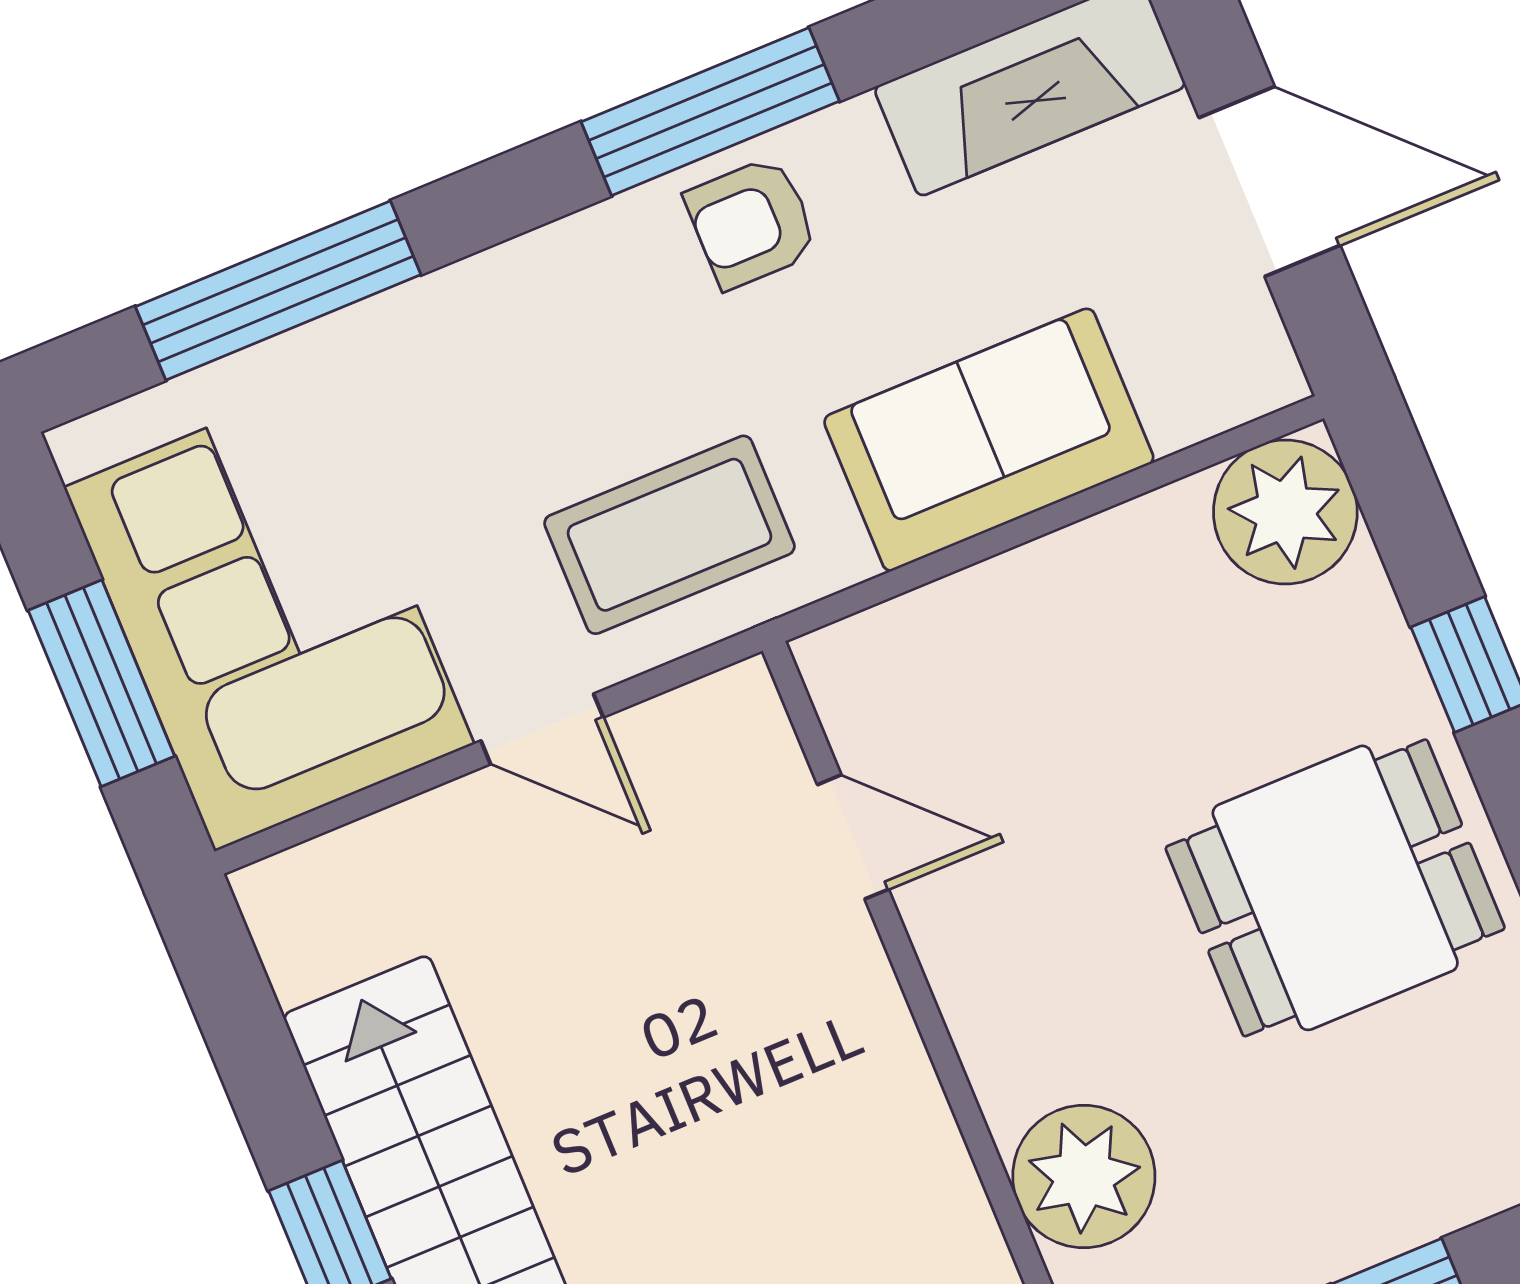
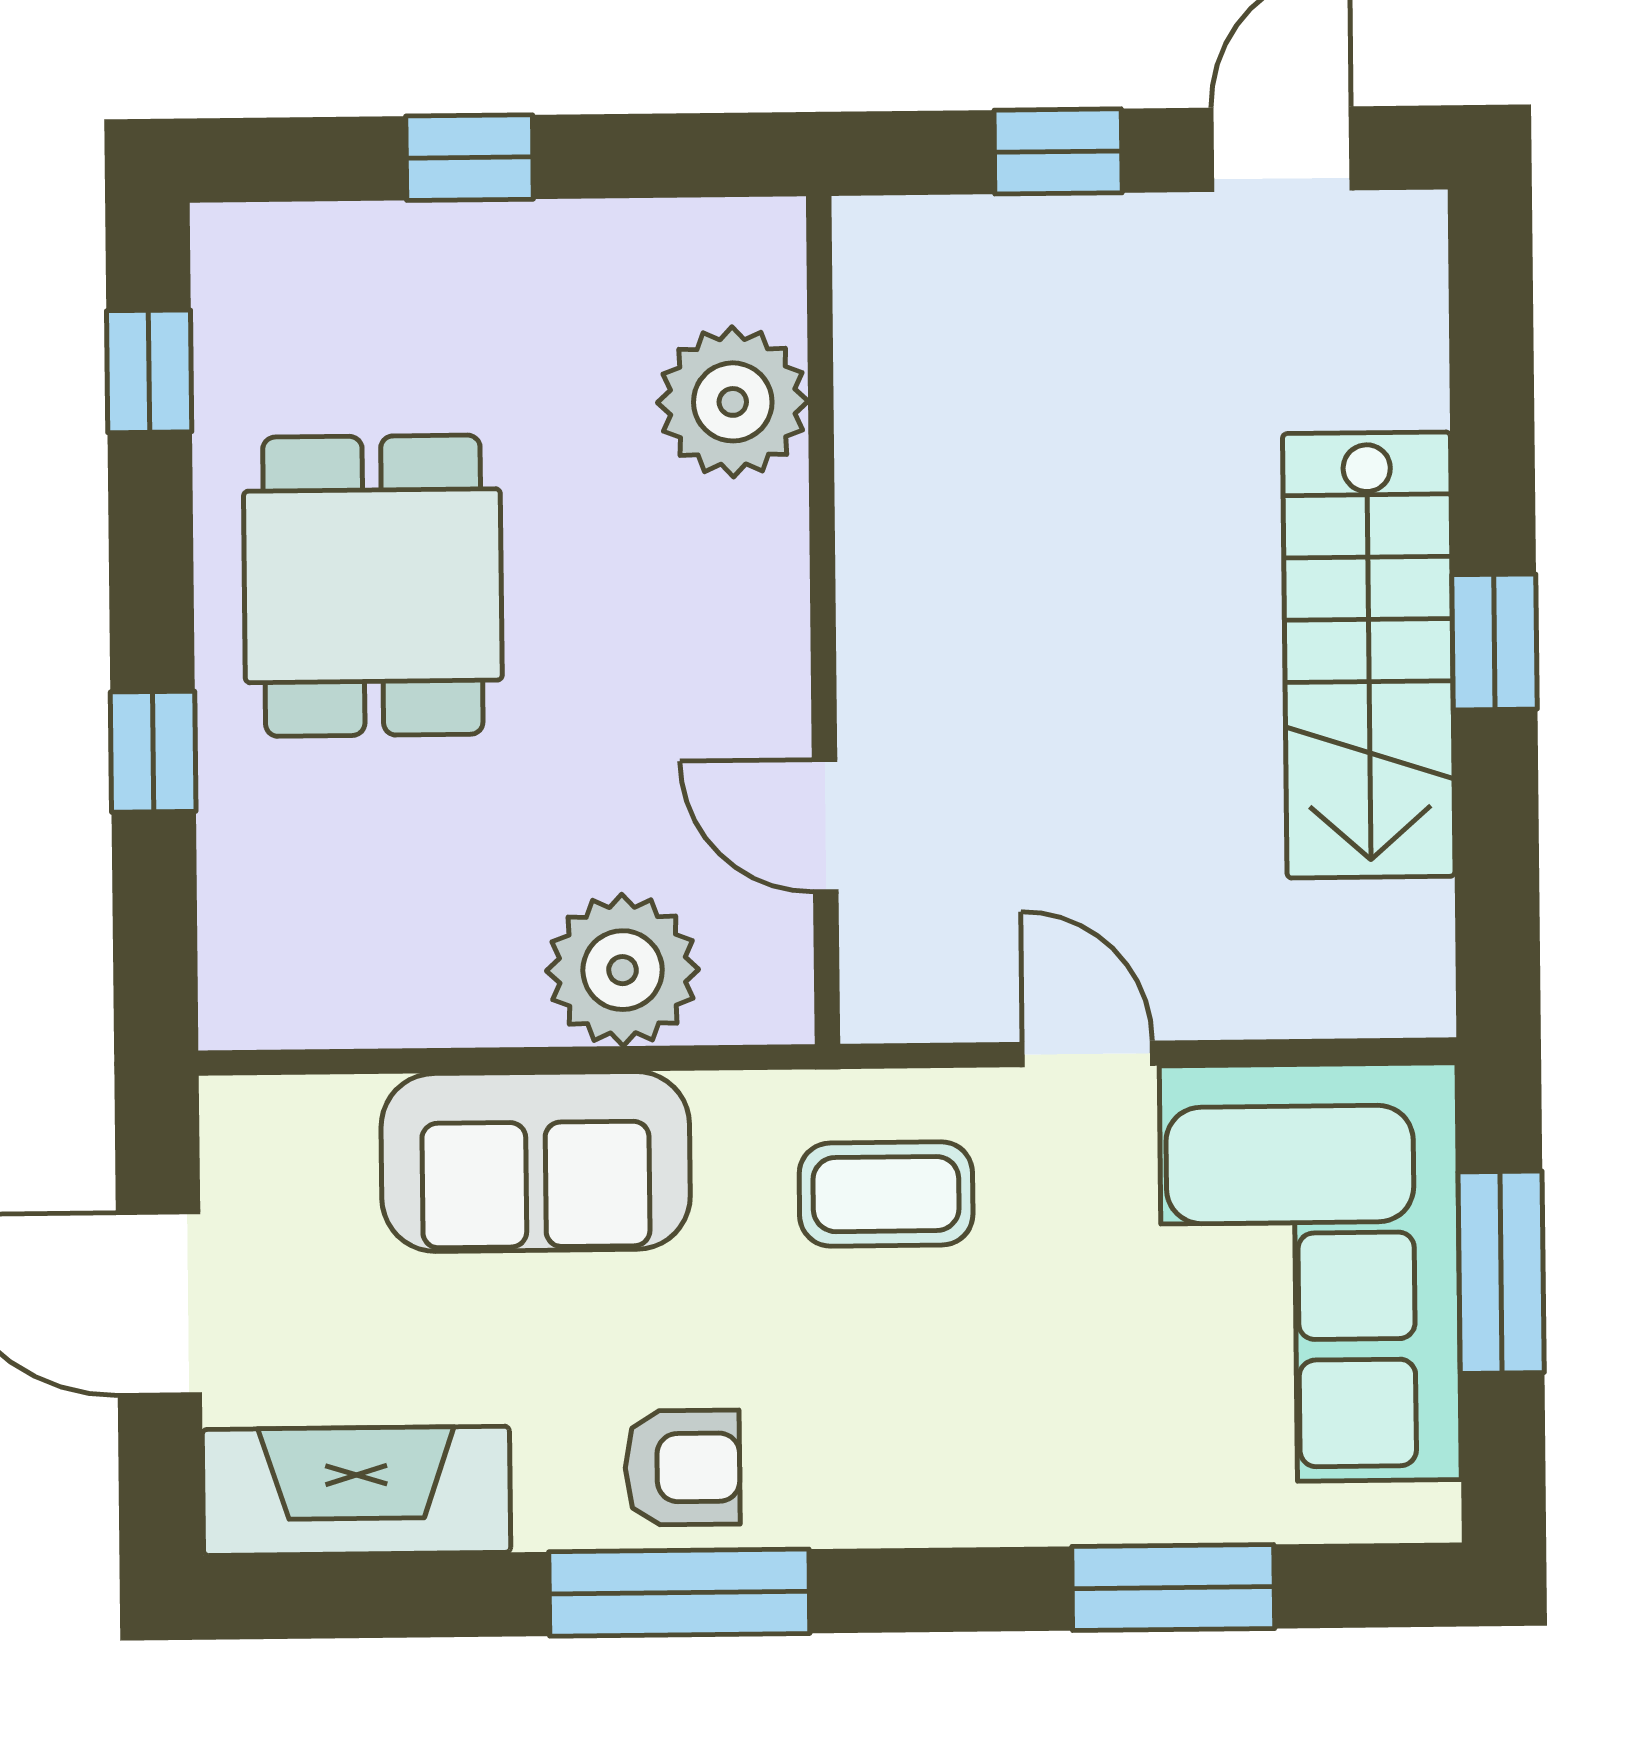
window: (278, 291) -> (1173, 1588), width x0.69
plant: (1285, 512) -> (623, 970), moved
coffee table: (669, 535) -> (886, 1194), width x0.73, depth x0.77
dining table: (1335, 888) -> (373, 586), turned 90

